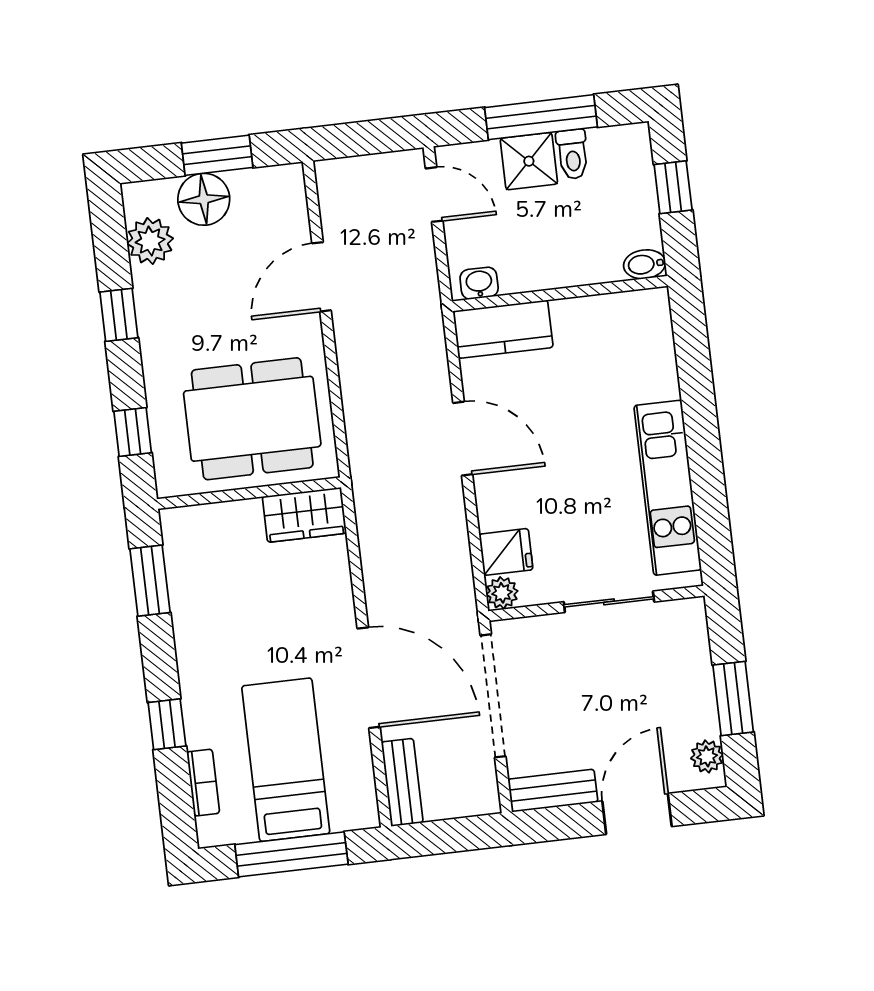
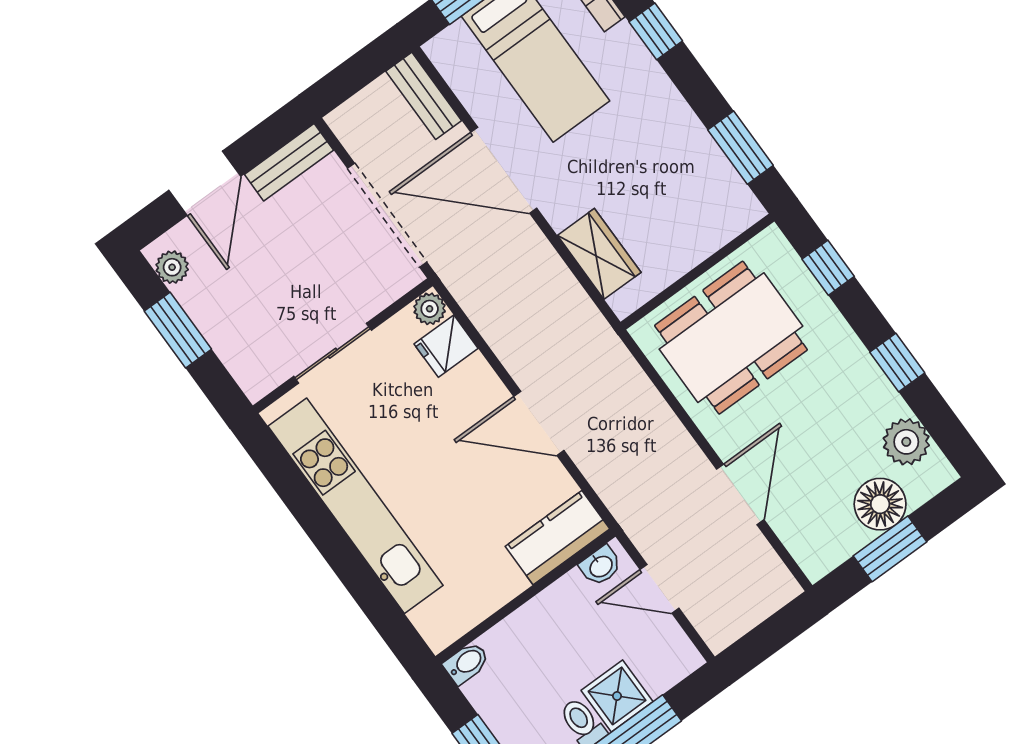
door: (434, 195) -> (659, 589), moved
kitchen unit: (668, 488) -> (355, 506), width x1.36
wardrobe: (304, 515) -> (599, 254), moved, turned 90

